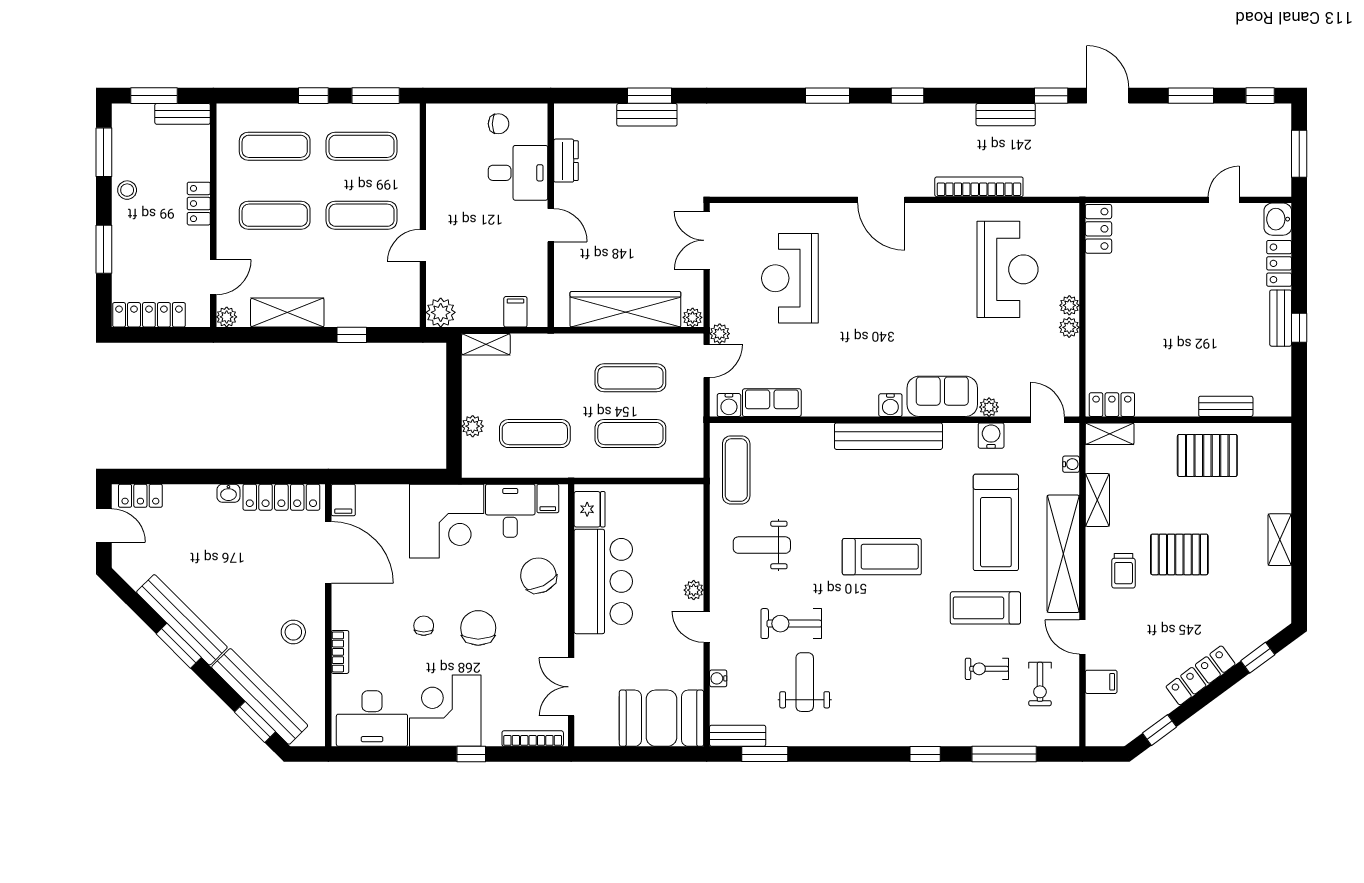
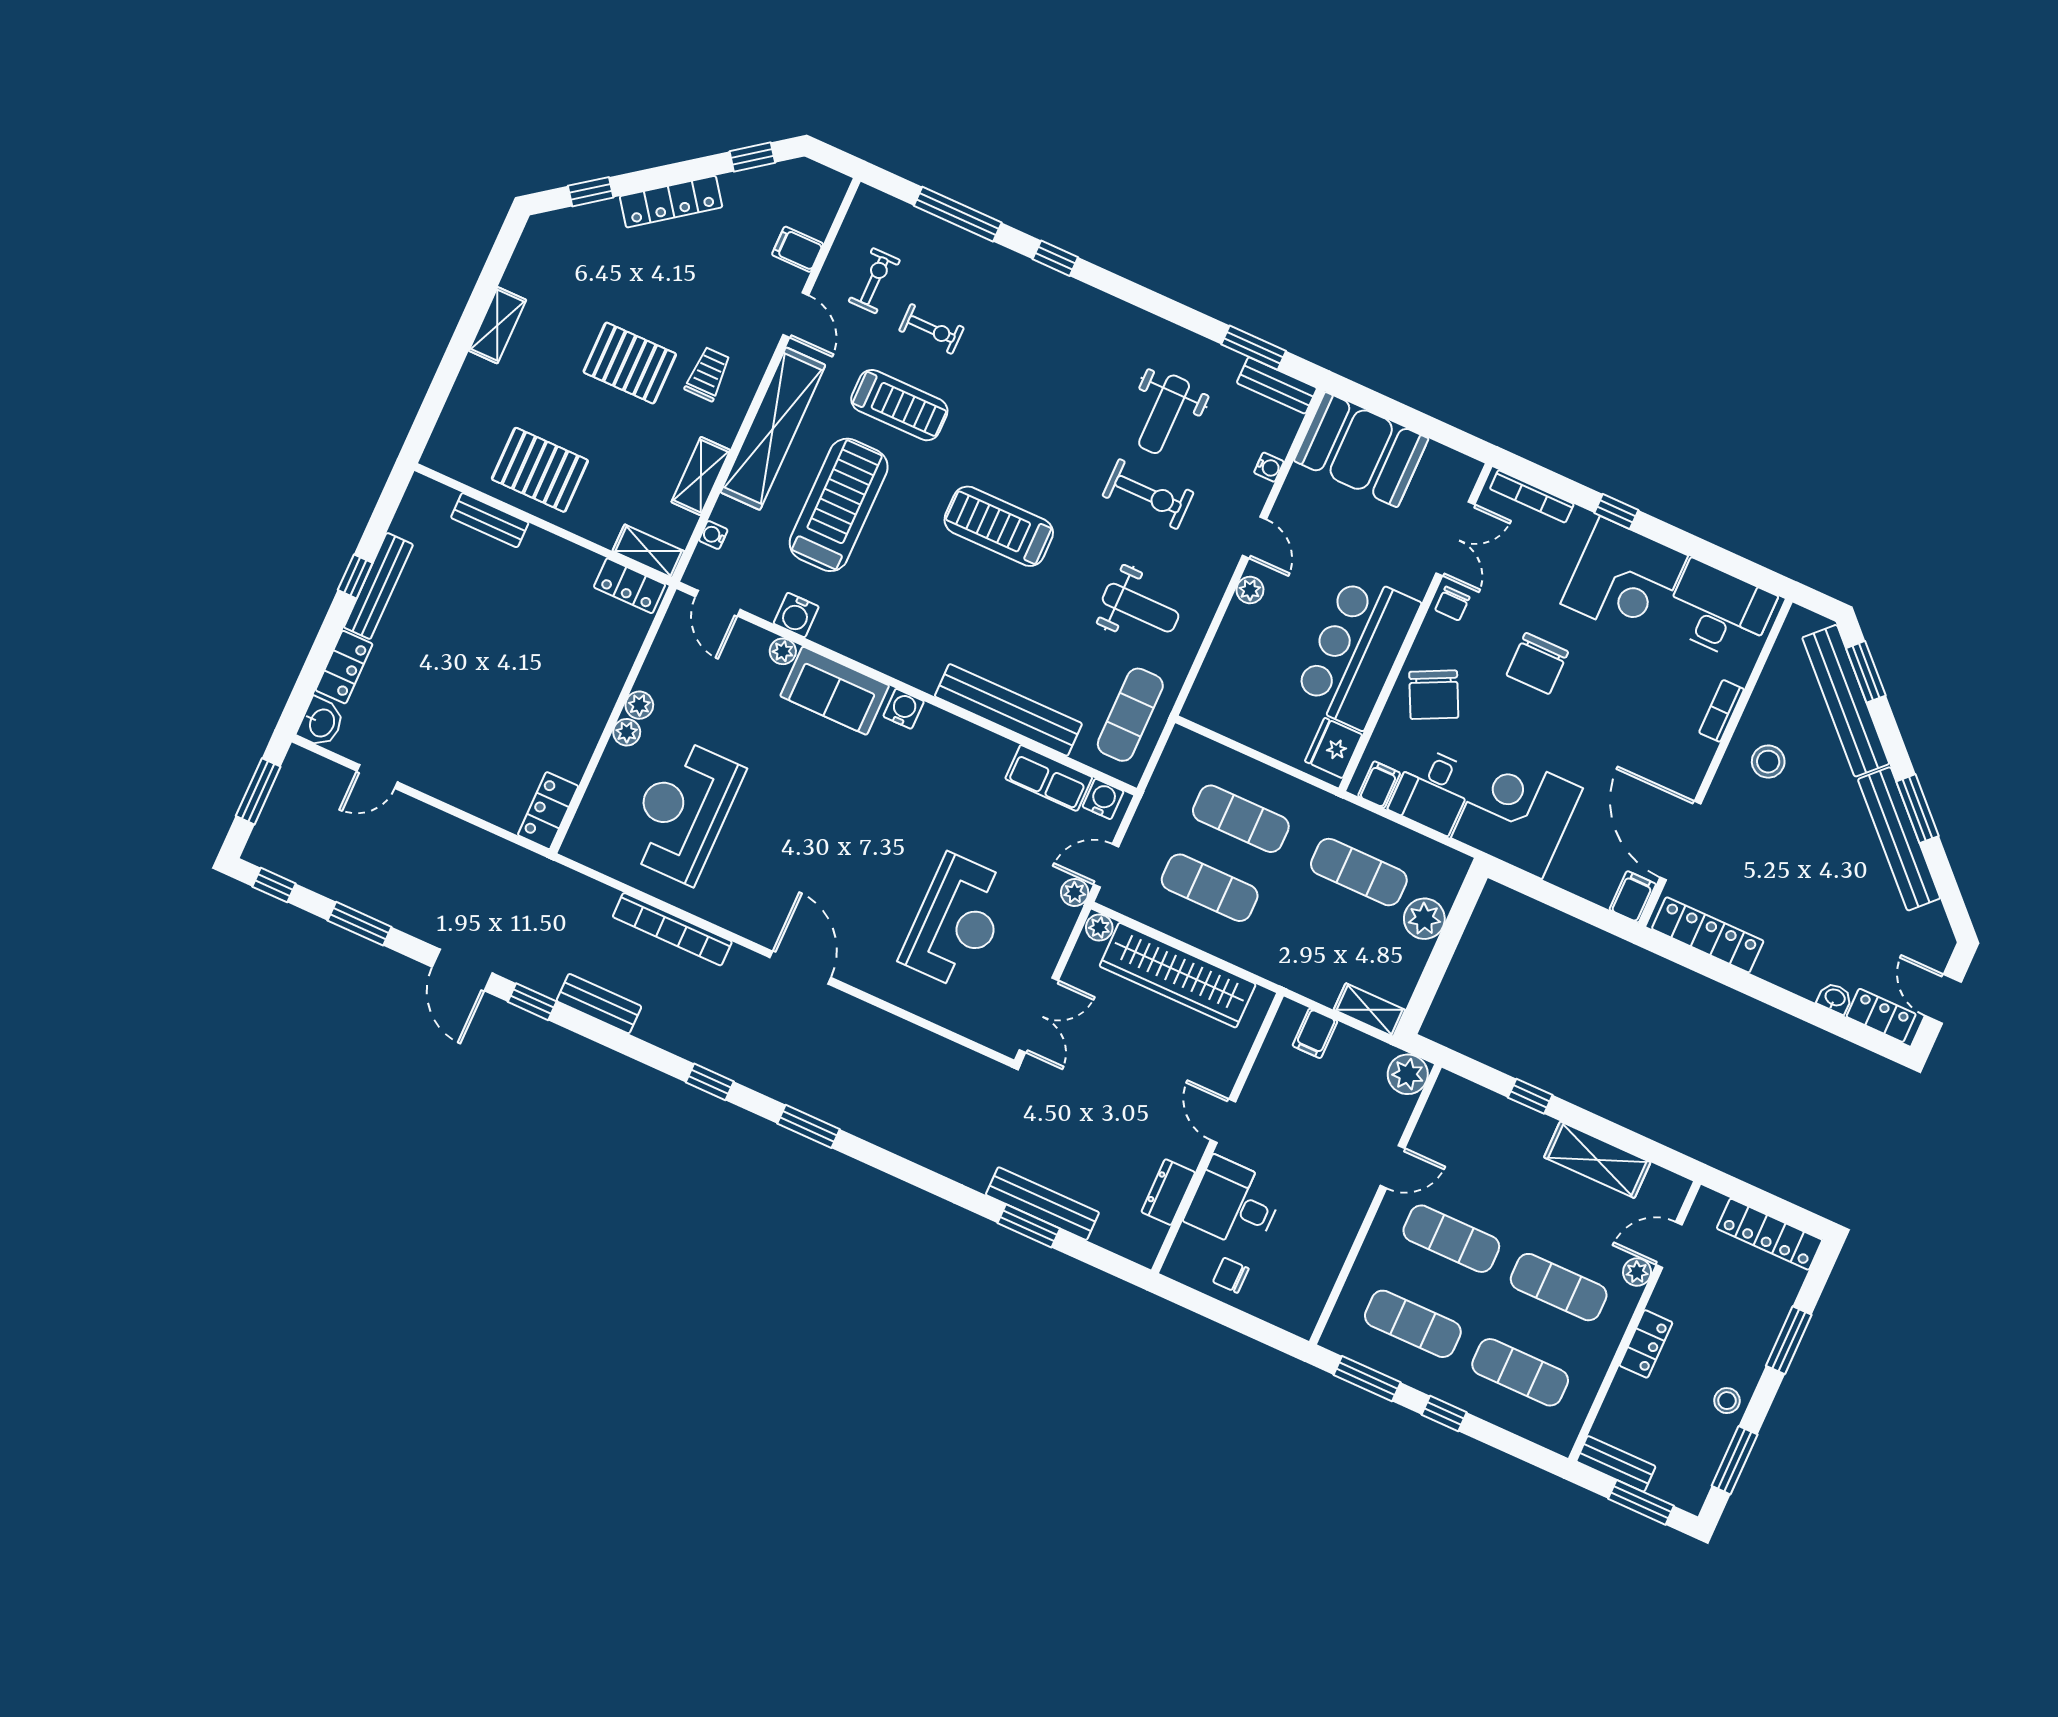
bench: (647, 115) -> (1042, 1204), width x1.36
plant: (227, 317) -> (1637, 1272), moved
bench: (1281, 318) -> (378, 586), width x1.36
plant: (473, 426) -> (1424, 919), width x1.38, depth x1.38
bench: (888, 436) -> (1008, 710), moved
washbasin: (228, 493) -> (1835, 998), moved
chair: (424, 626) -> (1452, 603), moved

